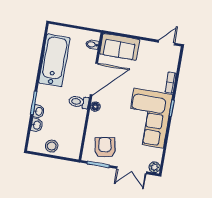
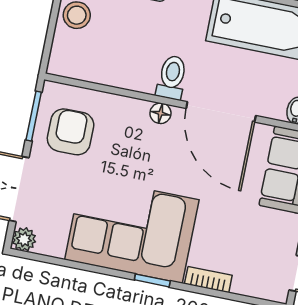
armchair: (105, 147) -> (71, 132), turned -80

